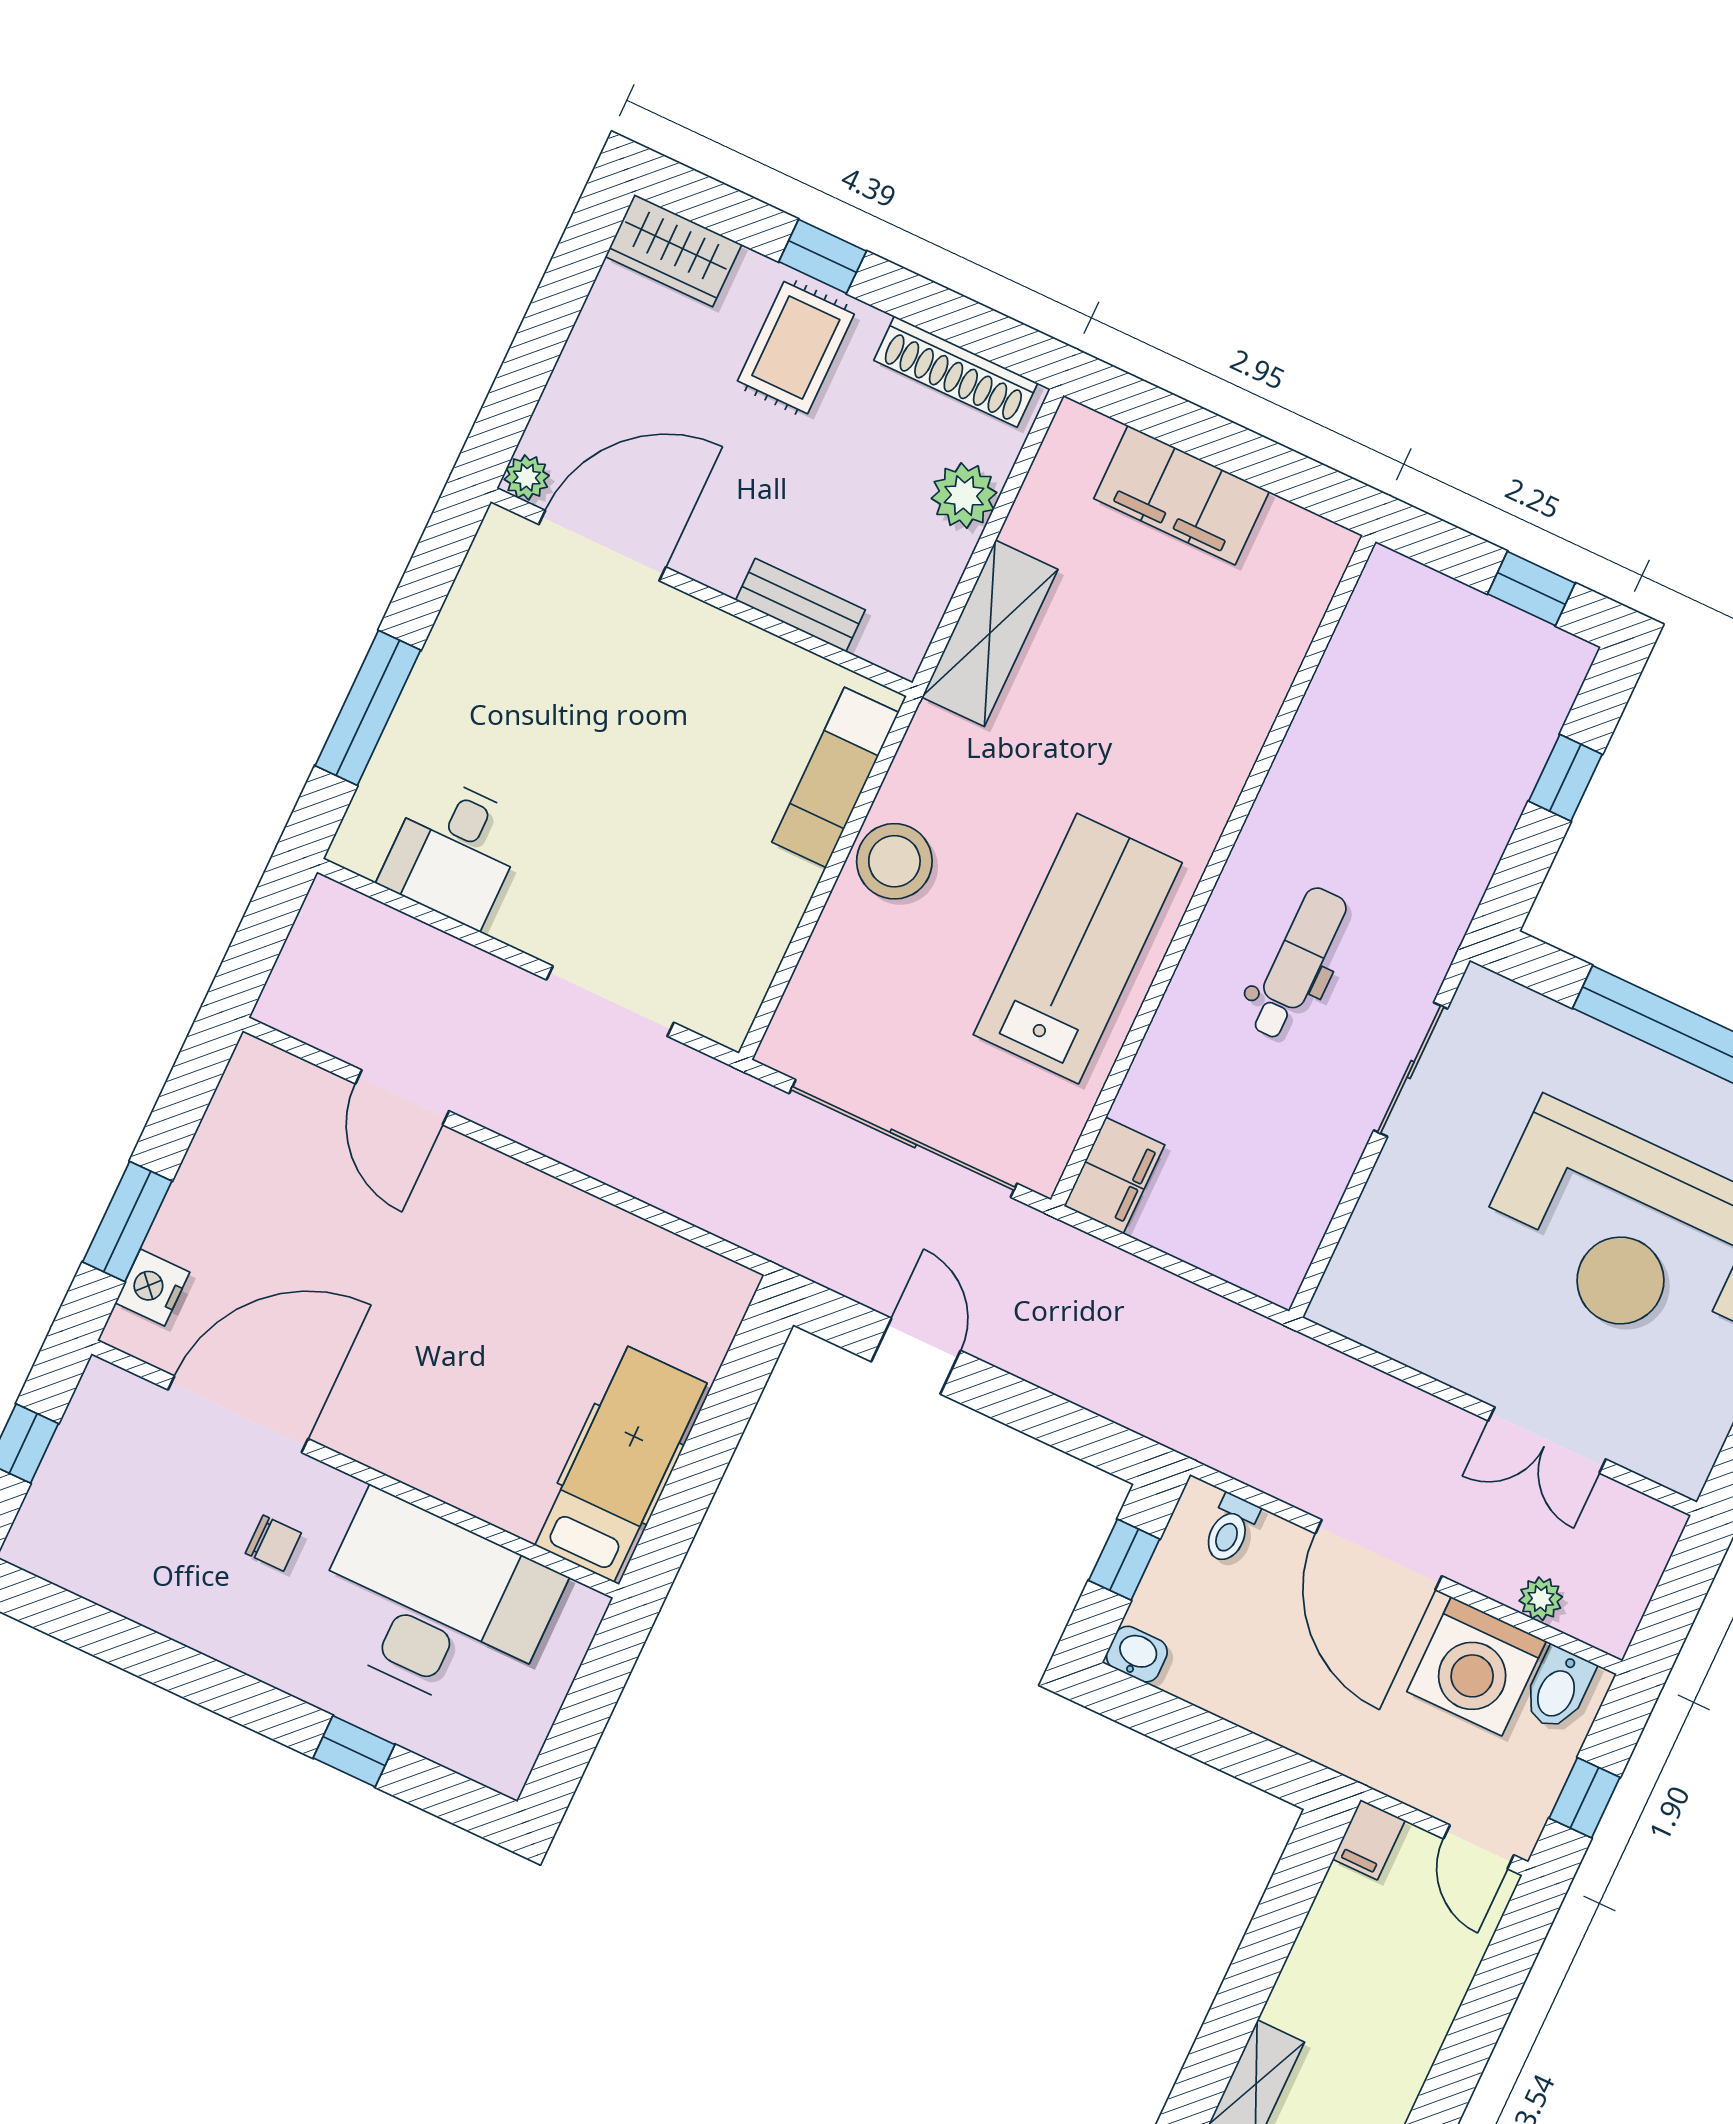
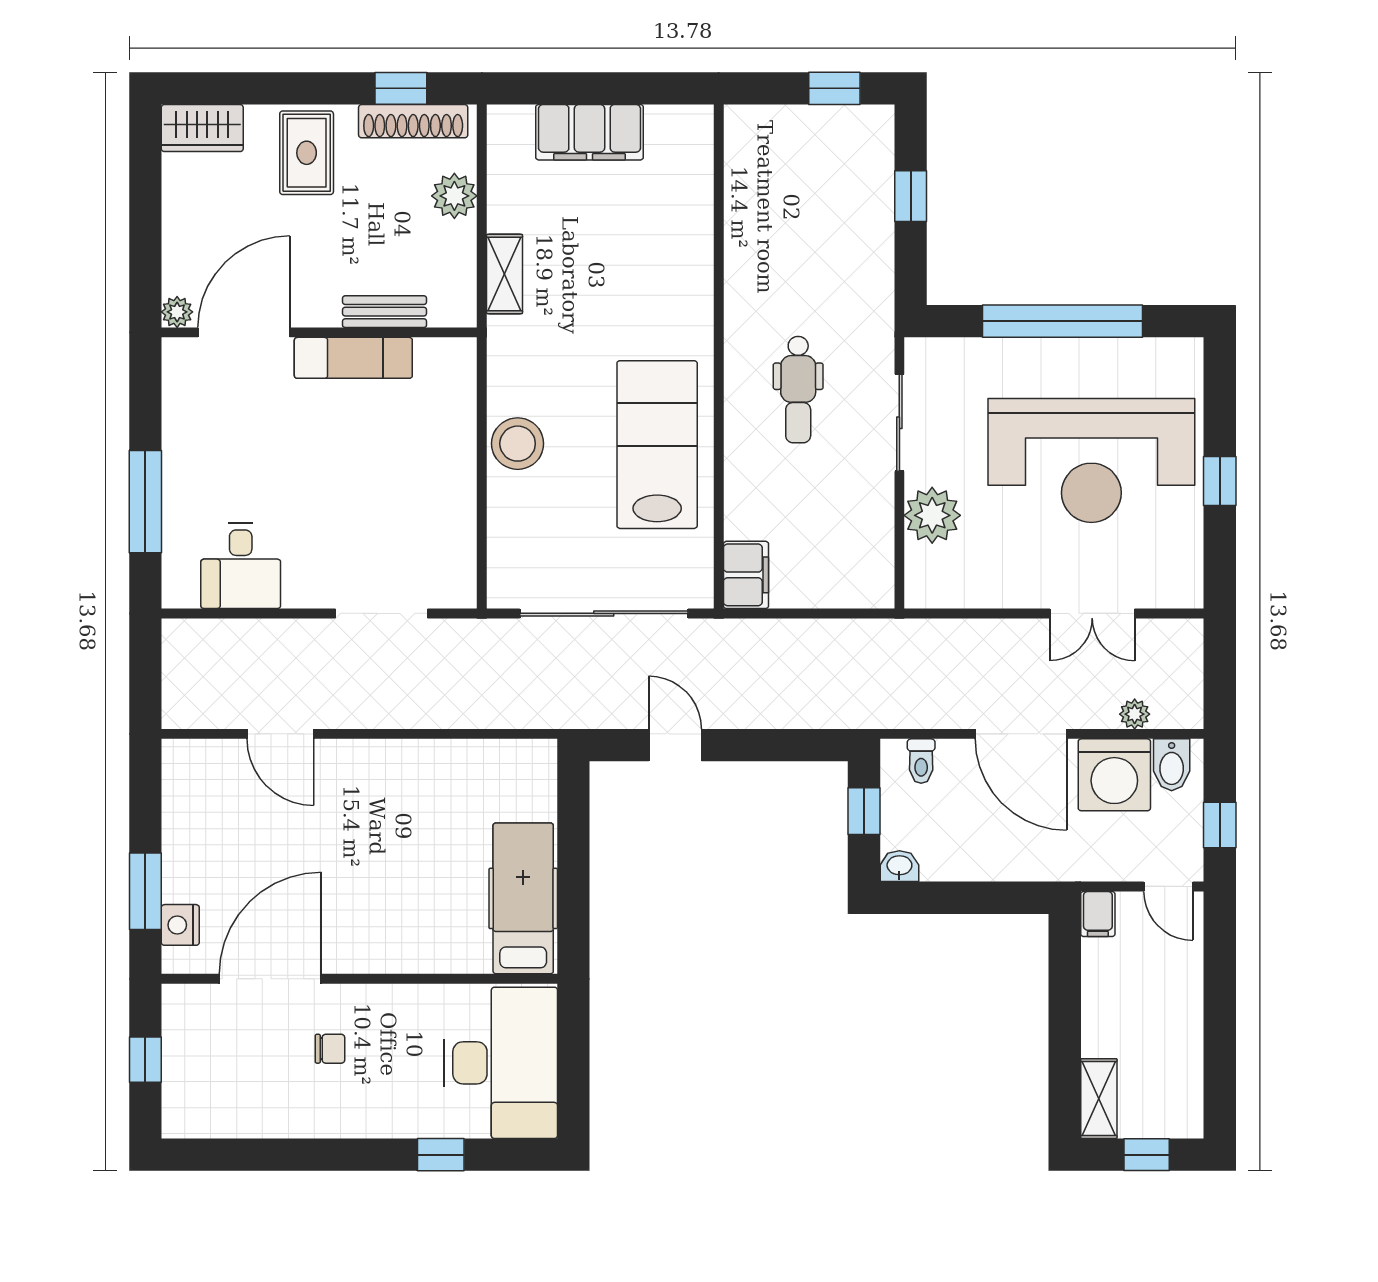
window: (823, 256) -> (401, 88), moved
shelving: (990, 633) -> (505, 274), width x0.67, depth x0.75
exam couch: (835, 777) -> (353, 358), moved, turned -90
dental chair: (1298, 963) -> (798, 390), turned 180
plant: (1397, 1212) -> (932, 515), added
desk: (435, 1605) -> (501, 1063), moved, turned 90

